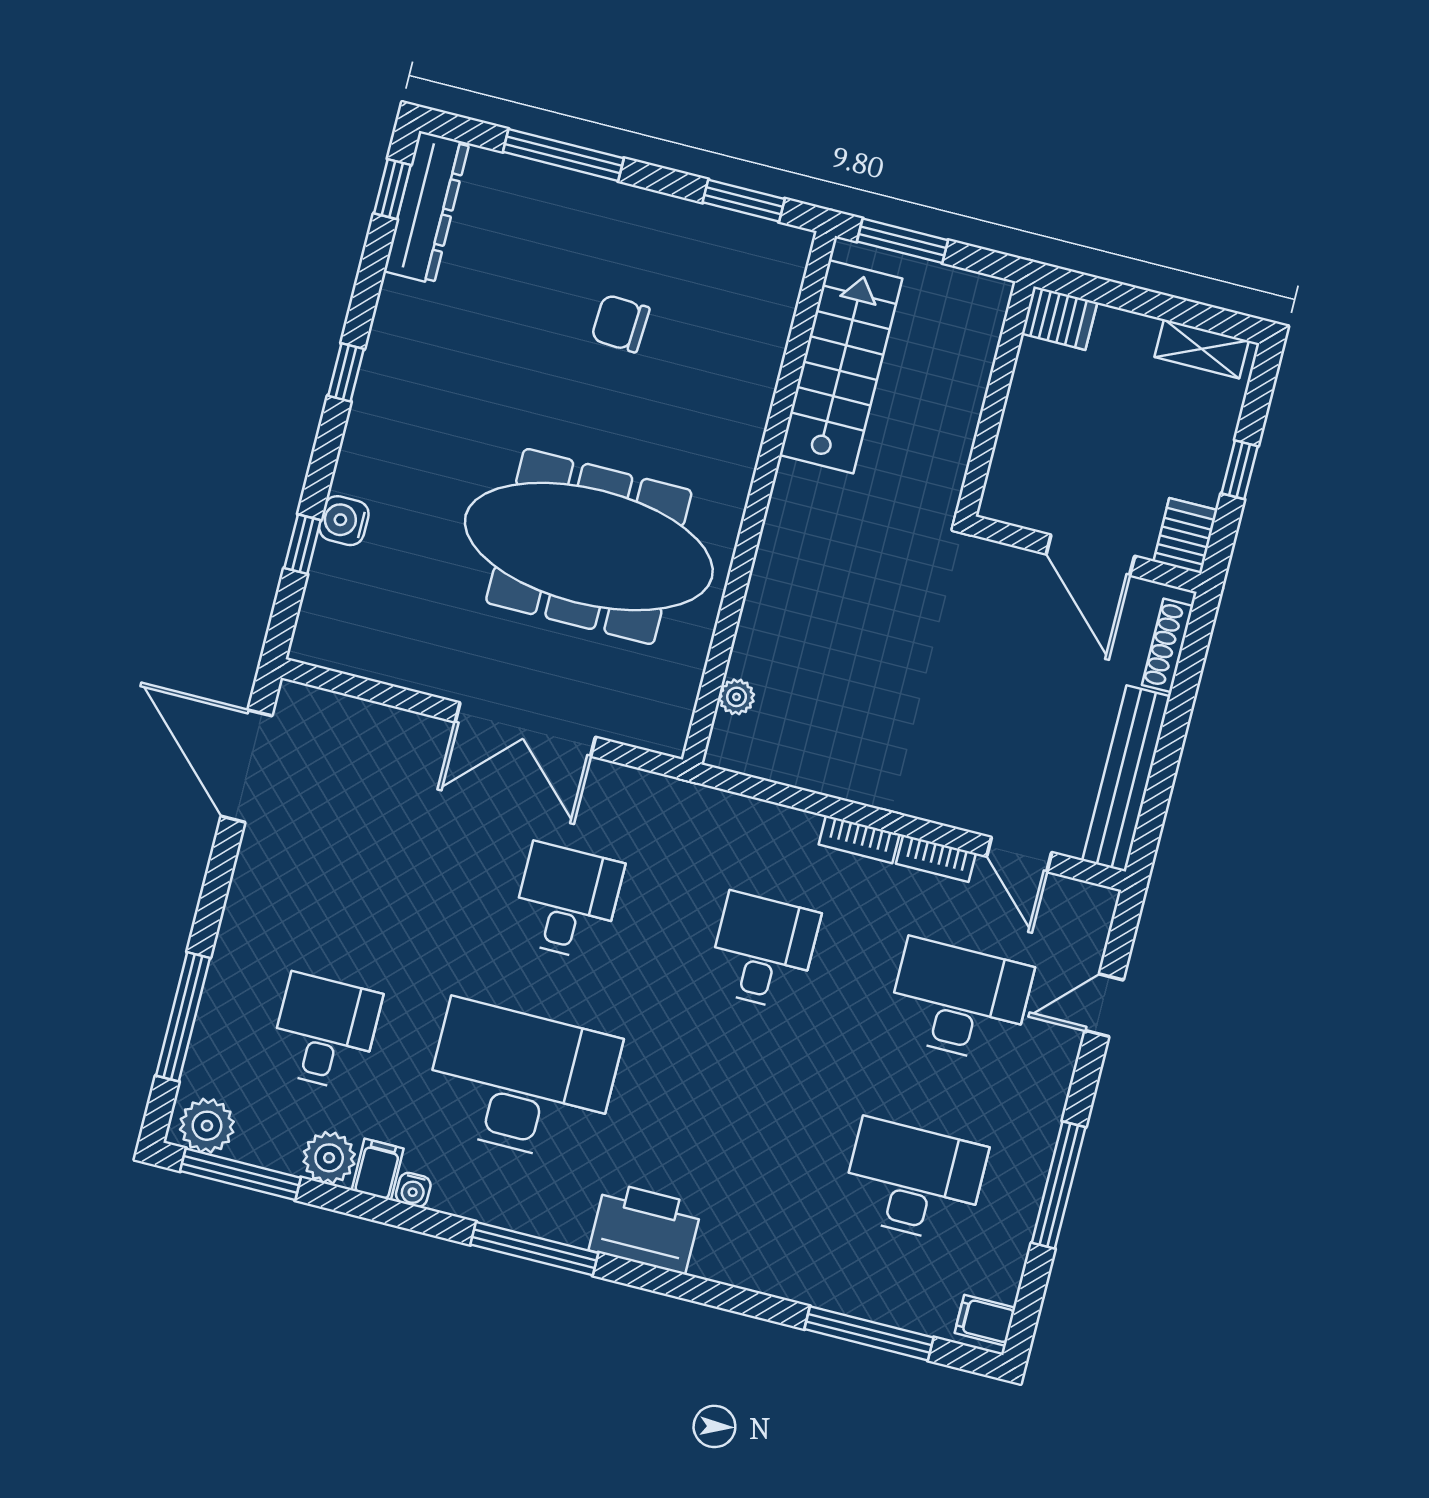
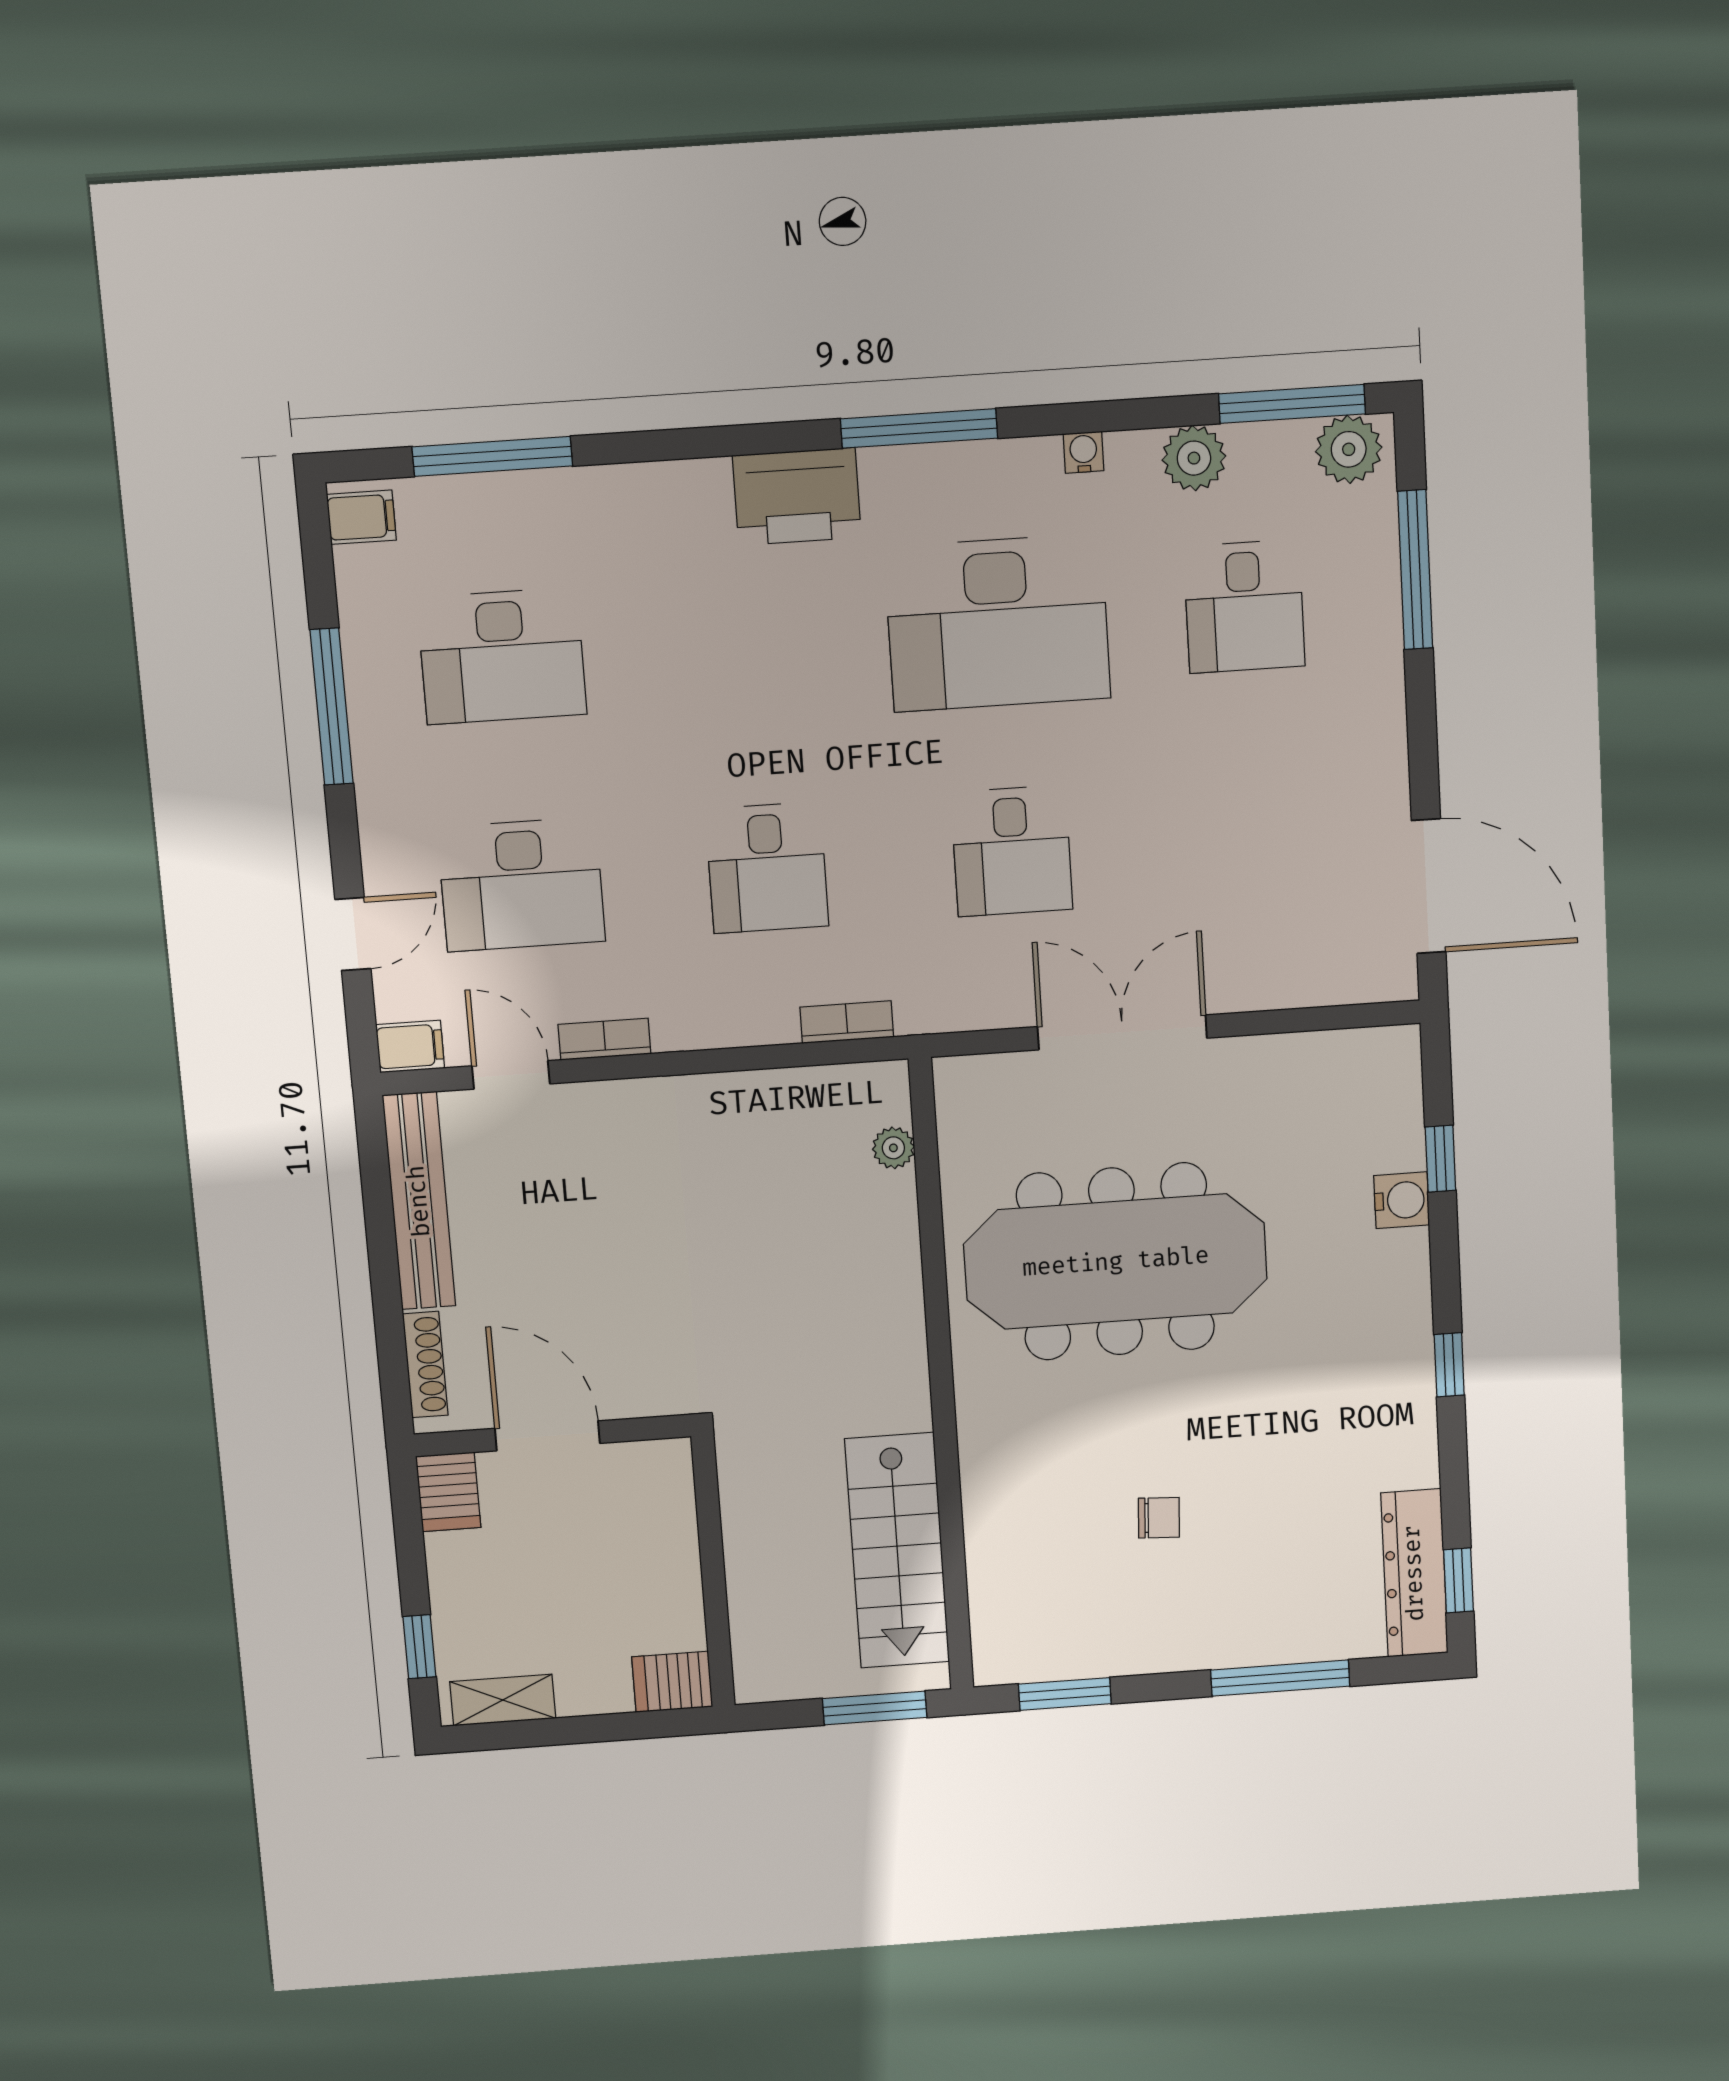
chair: (620, 323) -> (1159, 1518), width x0.73, depth x0.73
window: (1240, 470) -> (419, 1647), moved
bookcase: (859, 839) -> (847, 1022), moved
filing cabinet: (378, 1169) -> (410, 1046), moved, turned -90

